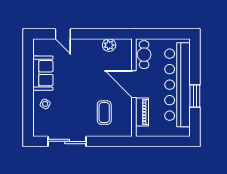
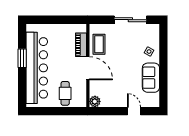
door: (134, 84) -> (88, 68), moved
wall: (134, 88) -> (88, 65), moved
piano: (142, 112) -> (81, 45), moved

